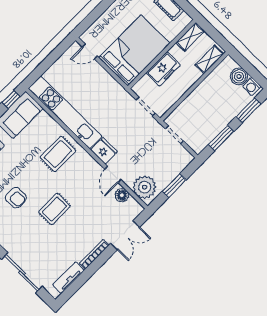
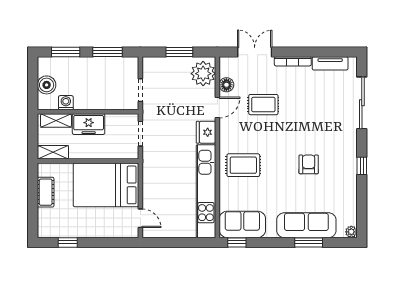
freezer: (163, 69) -> (89, 124), moved, turned 180
washing machine: (252, 87) -> (66, 103), moved, turned -90
rug: (54, 209) -> (263, 105), moved

